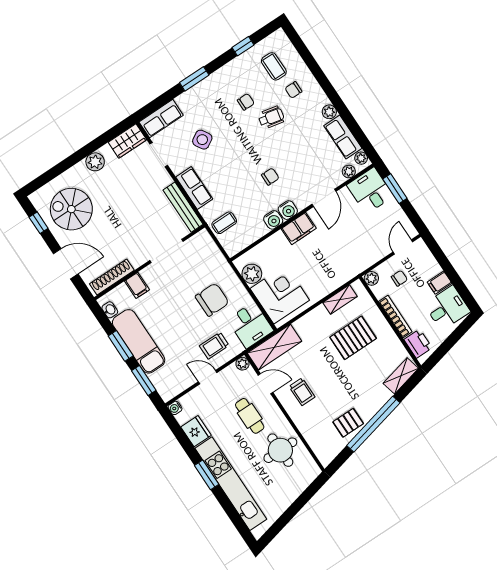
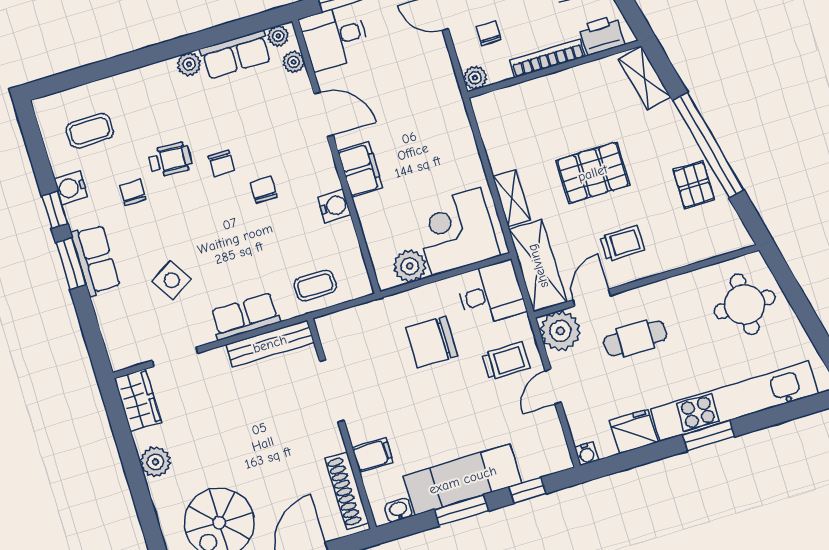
window: (243, 46) -> (55, 210), moved
chair: (293, 90) -> (221, 163), moved
wheelchair: (271, 117) -> (170, 160), turned 81
row of seats: (161, 119) -> (95, 260), moved
water cooler: (288, 210) -> (71, 188), moved, turned 180
coffee table: (224, 223) -> (315, 286), turned 90
chair: (212, 300) -> (432, 342), turned -90
shelving: (340, 300) -> (512, 198), moved
pallet: (353, 338) -> (593, 173), moved, turned 90
trolley: (214, 346) -> (506, 361), turned -90
plant: (242, 364) -> (560, 331), width x1.88, depth x1.88
window: (144, 381) -> (528, 490), width x0.67
round table: (280, 450) -> (745, 304), moved

